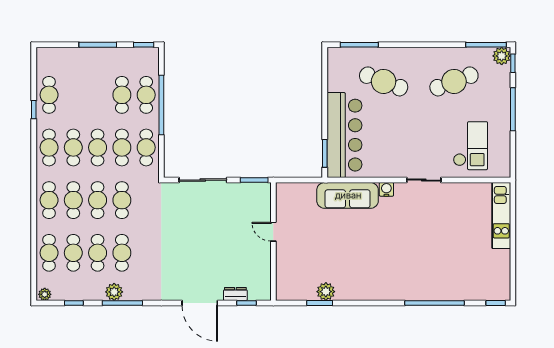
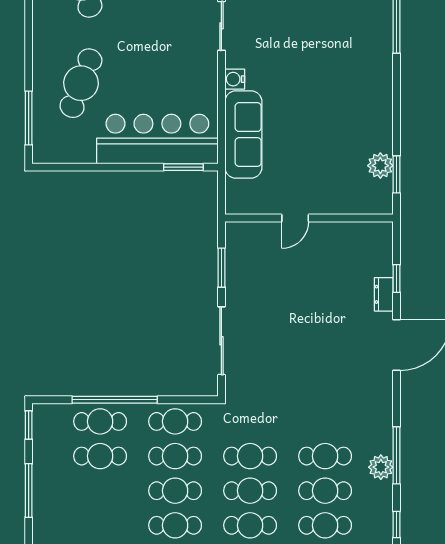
door: (273, 232) -> (295, 218), moved
wall: (273, 241) -> (309, 218), moved

